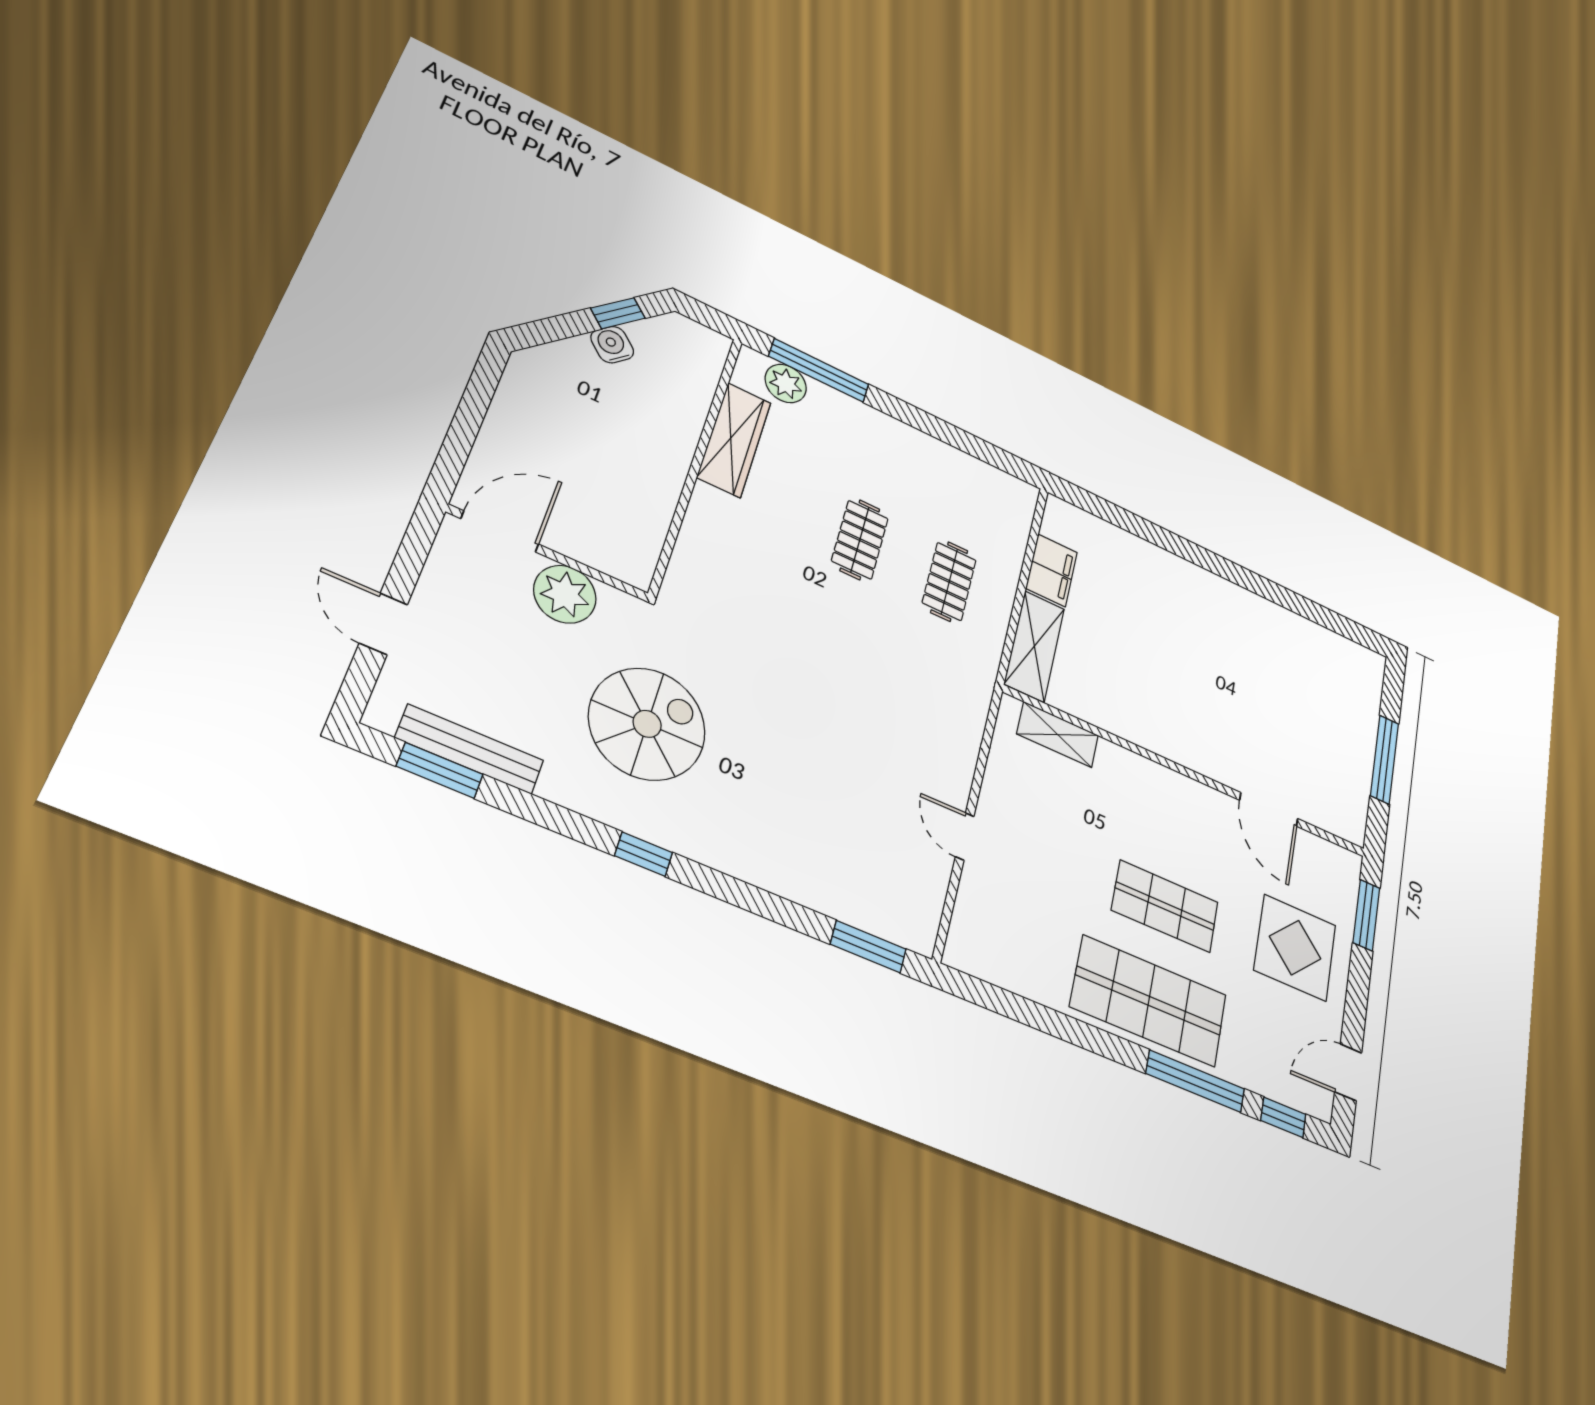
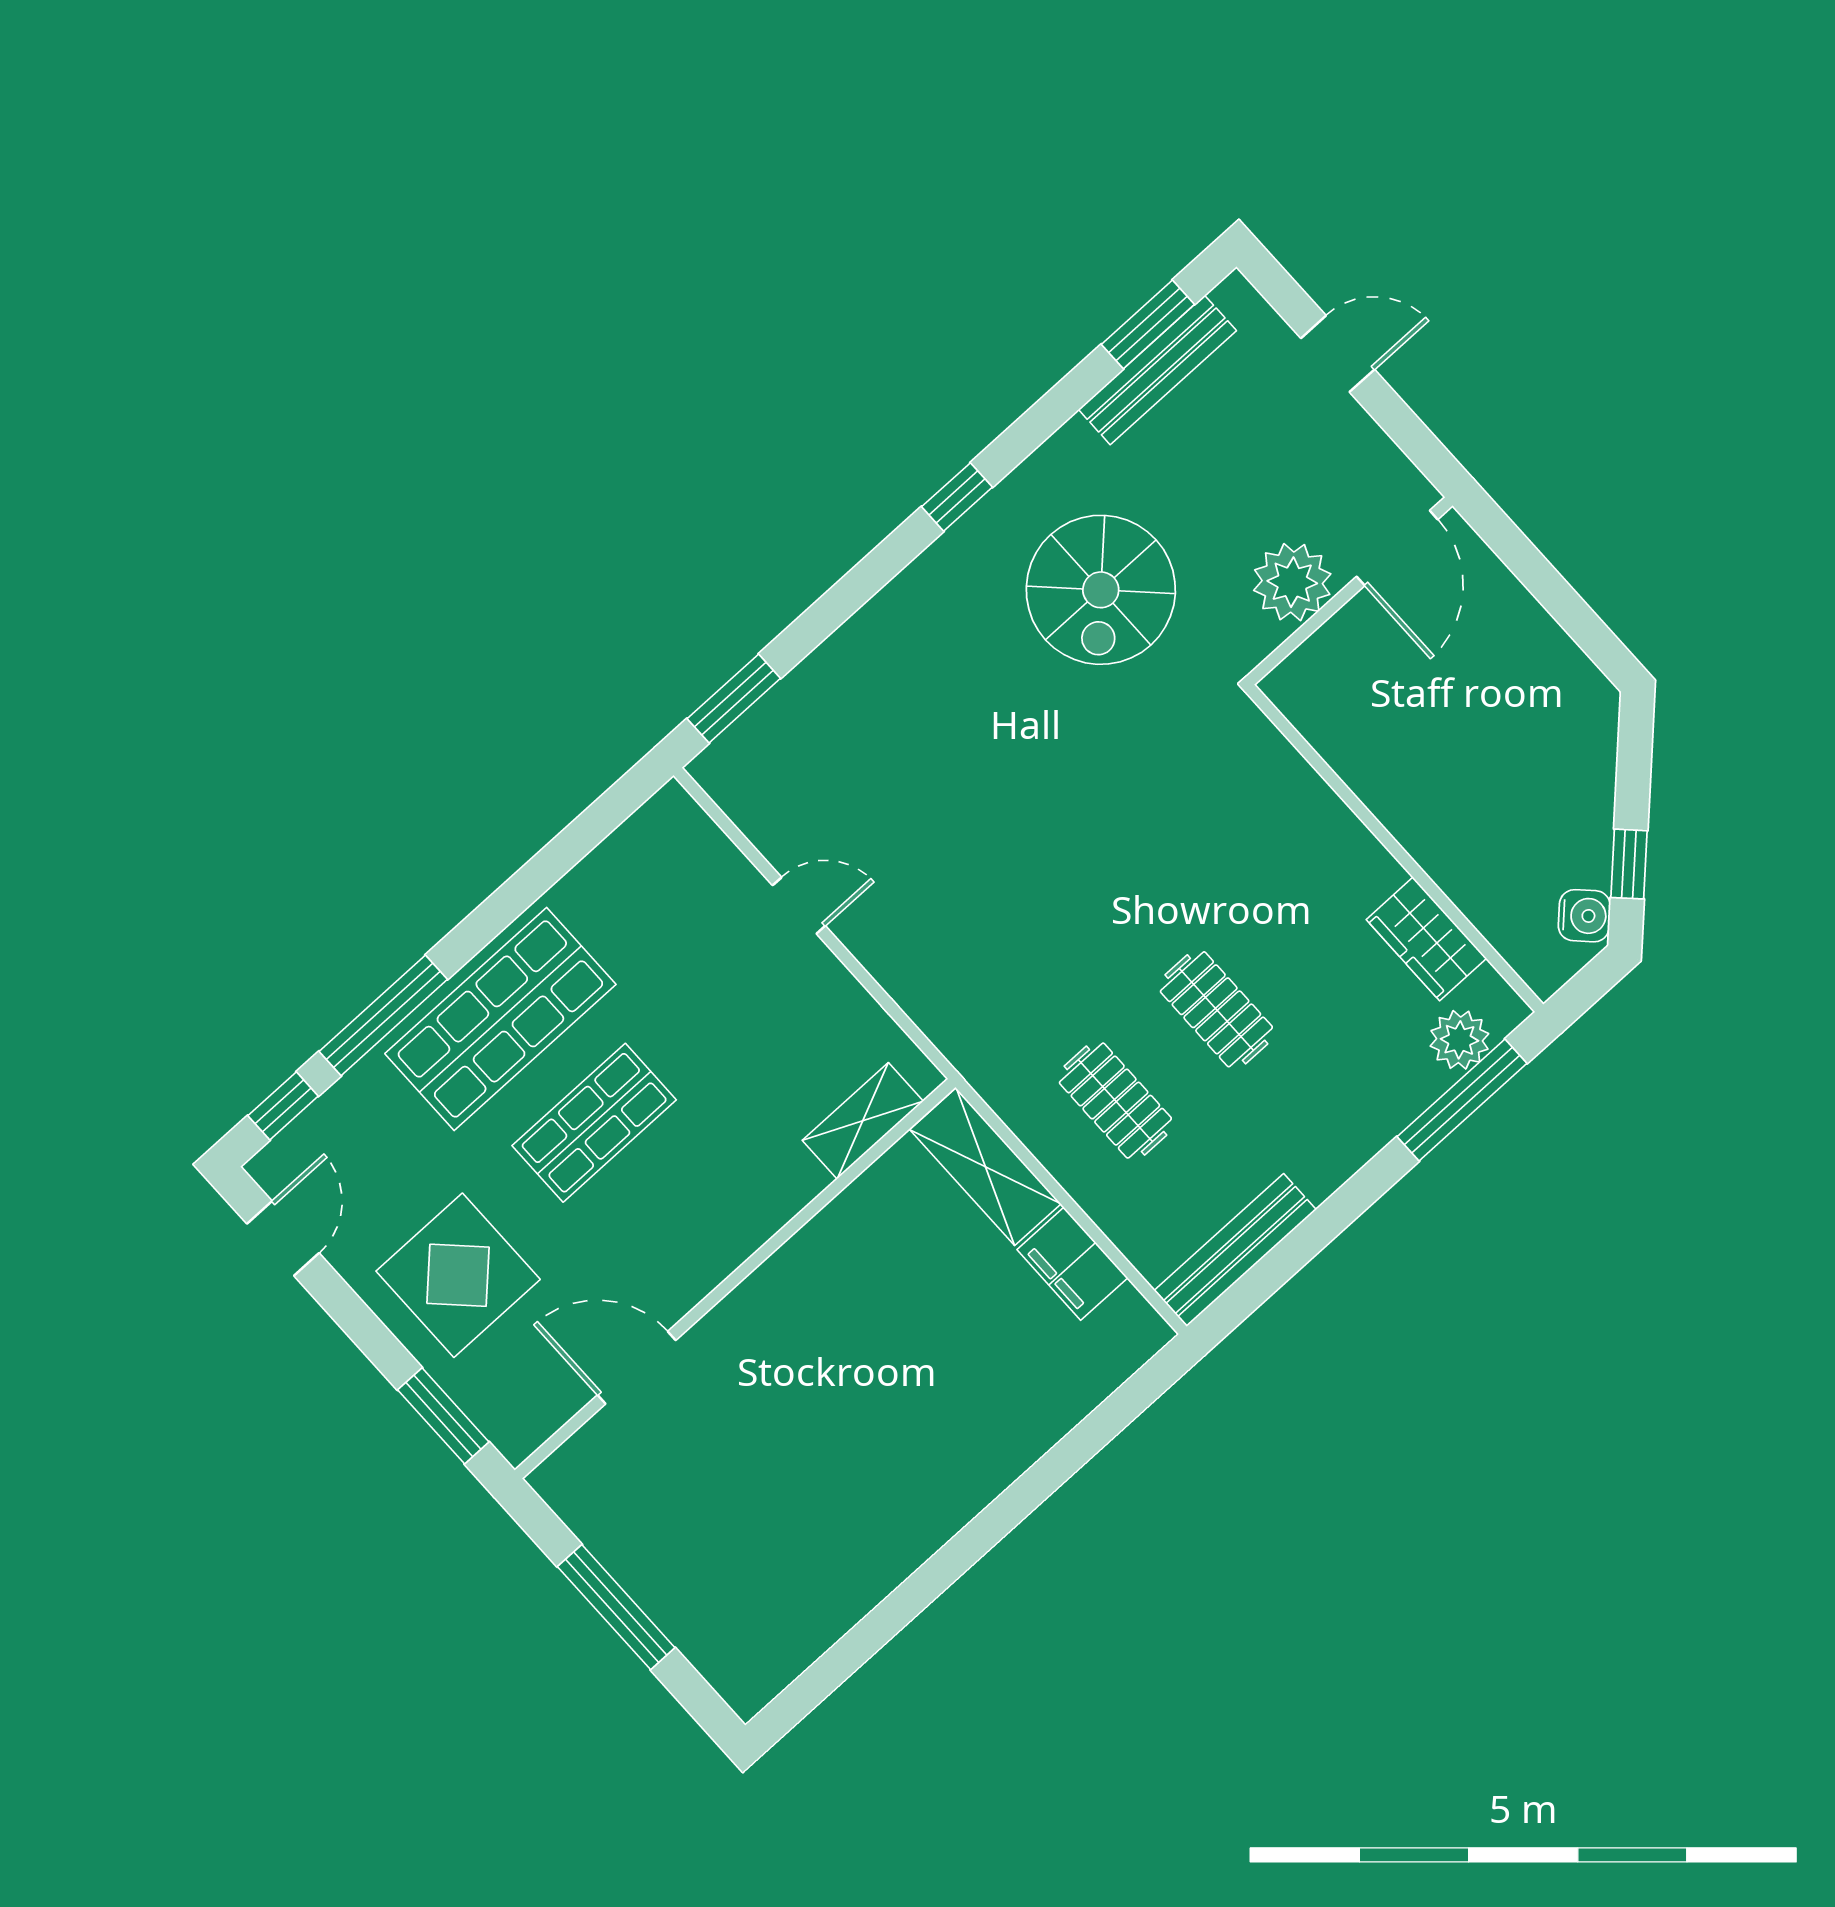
water cooler: (612, 345) -> (1584, 916), moved
wardrobe: (734, 440) -> (1426, 939), width x0.67
bench: (984, 476) -> (1235, 1250), added

